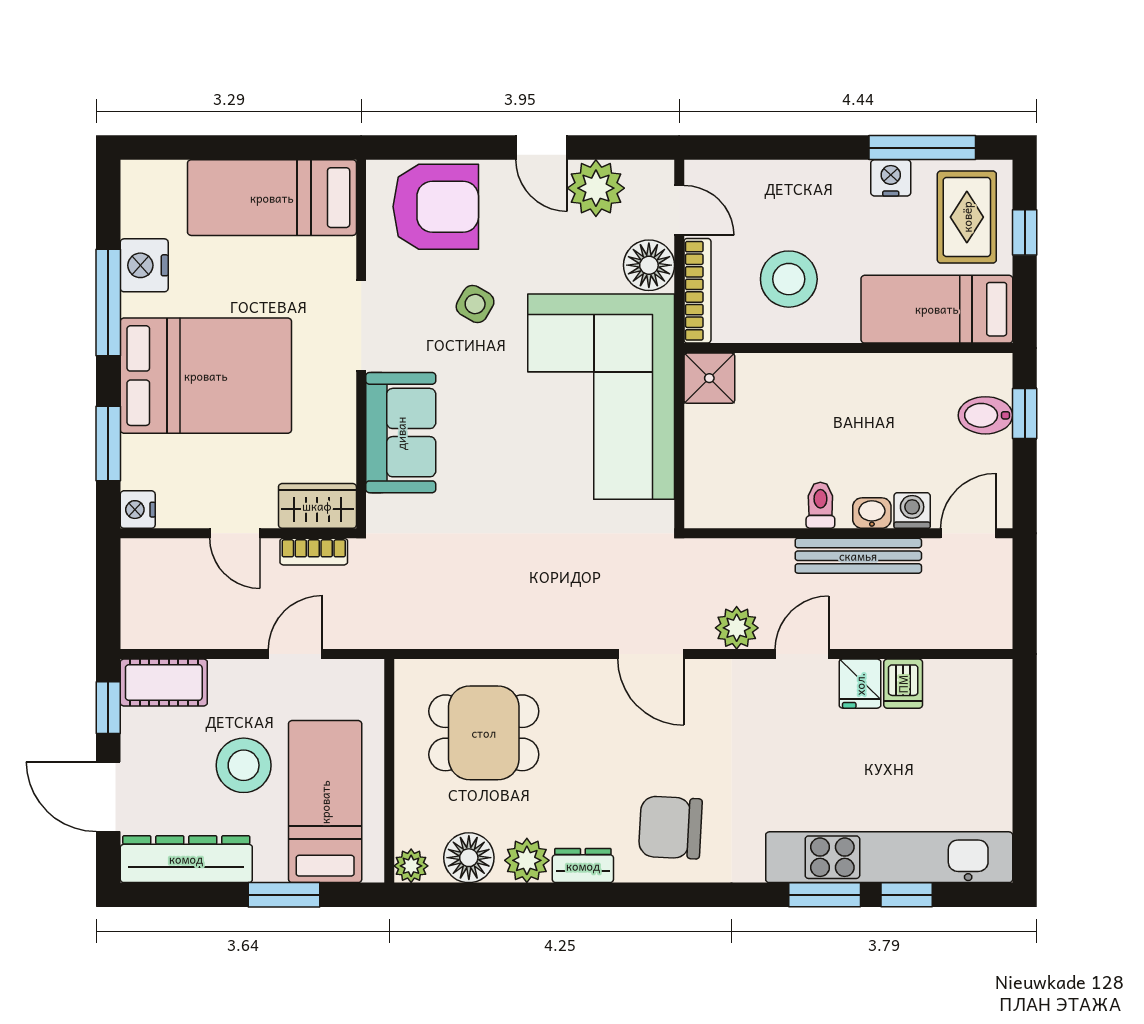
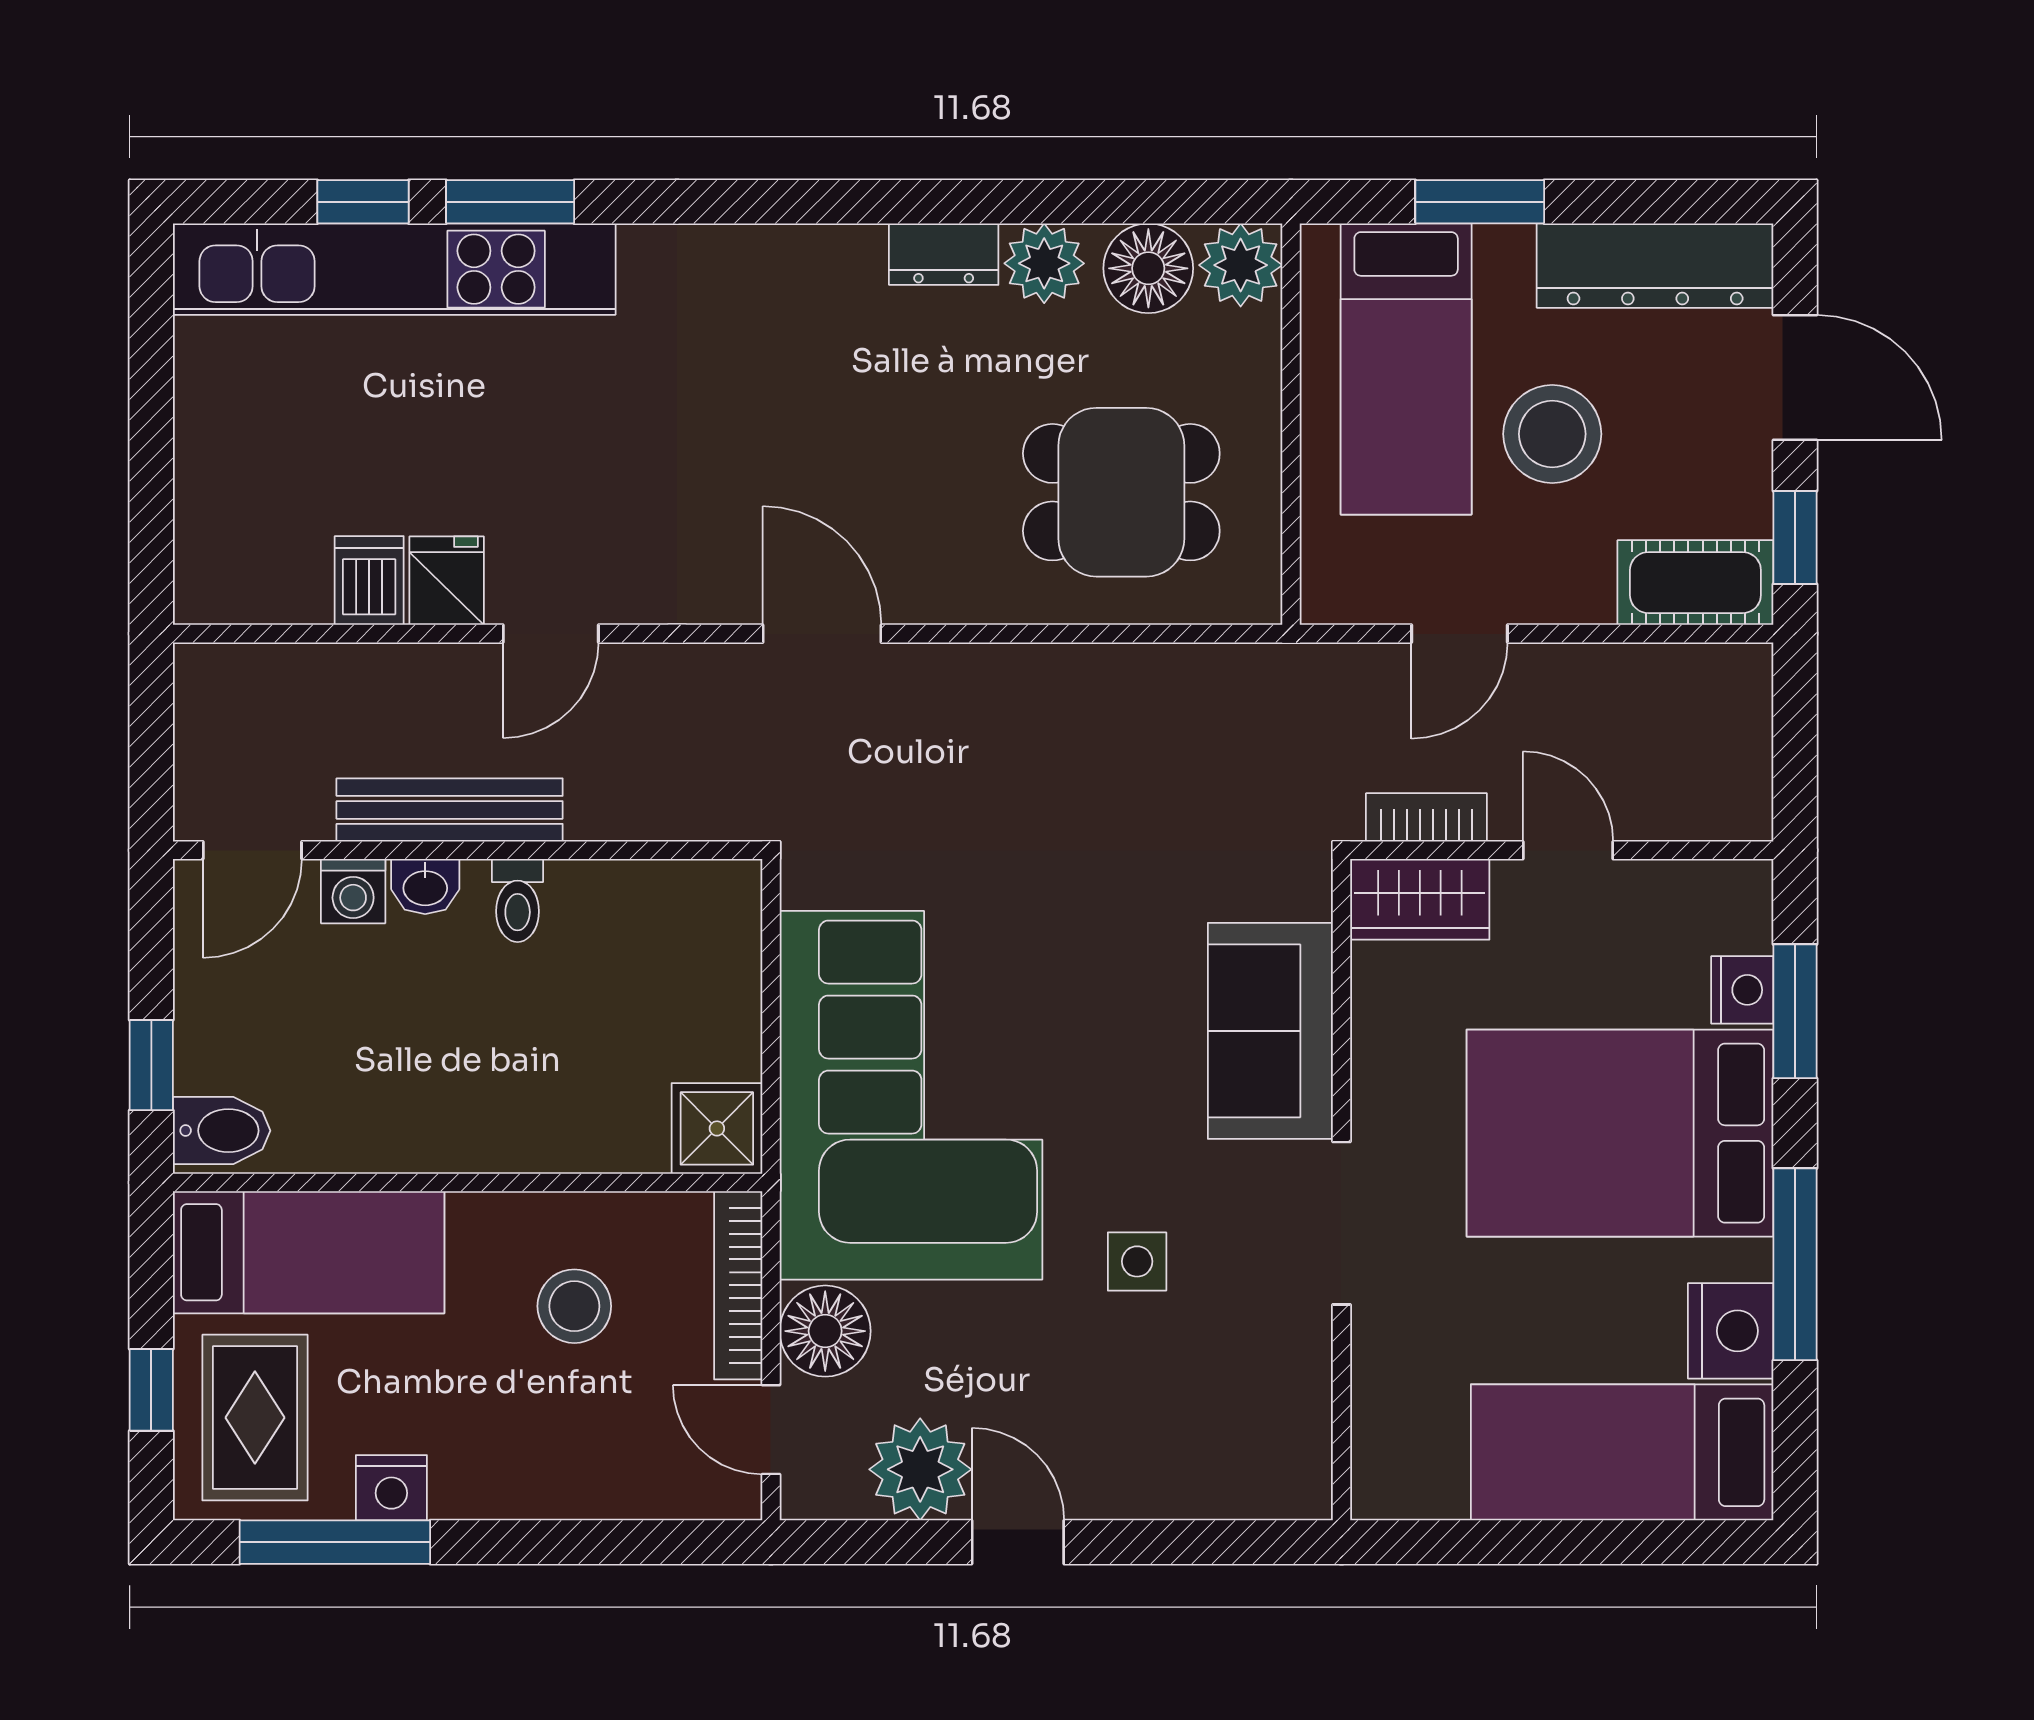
bed: (272, 198) -> (1622, 1452), moved, turned 180
armchair: (436, 207) -> (1208, 1436), removed
stool: (789, 279) -> (574, 1306), width x0.73, depth x0.73
side table: (475, 304) -> (1137, 1261), turned -30
bidet: (985, 415) -> (222, 1131), moved
nightstand: (138, 510) -> (1742, 990), moved
plant: (737, 628) -> (668, 681), removed
chair: (670, 827) -> (787, 322), removed
plant: (411, 866) -> (1241, 265), width x1.38, depth x1.38

